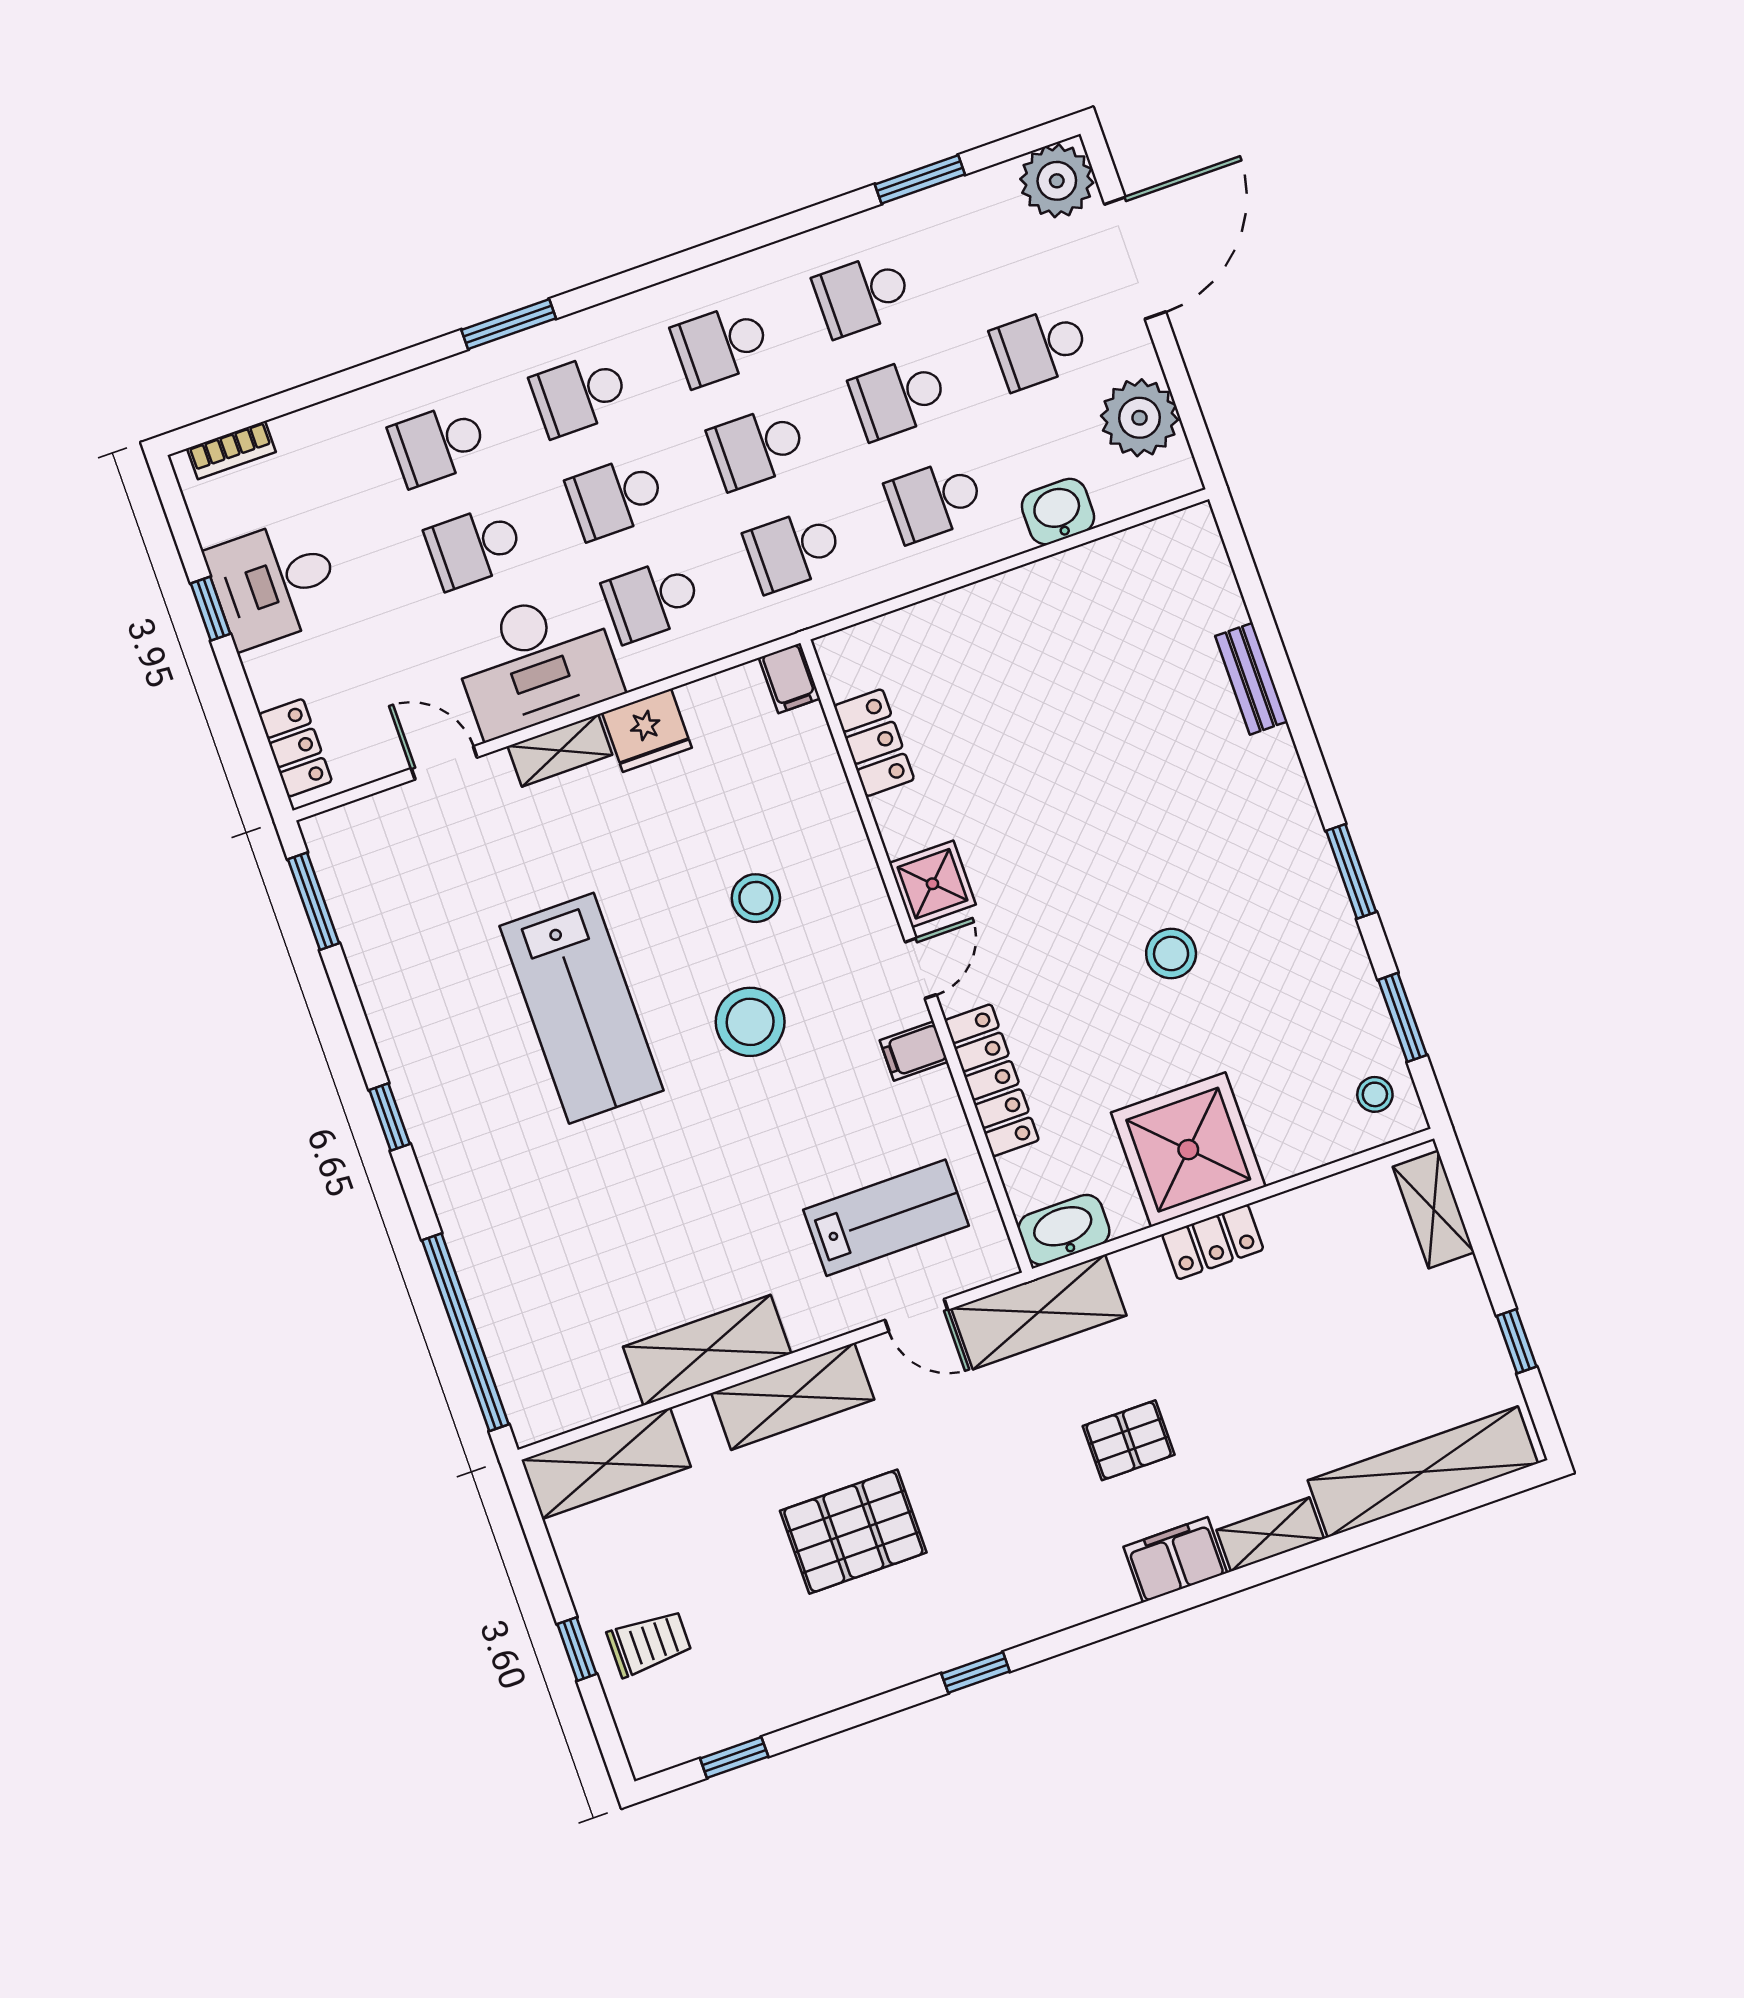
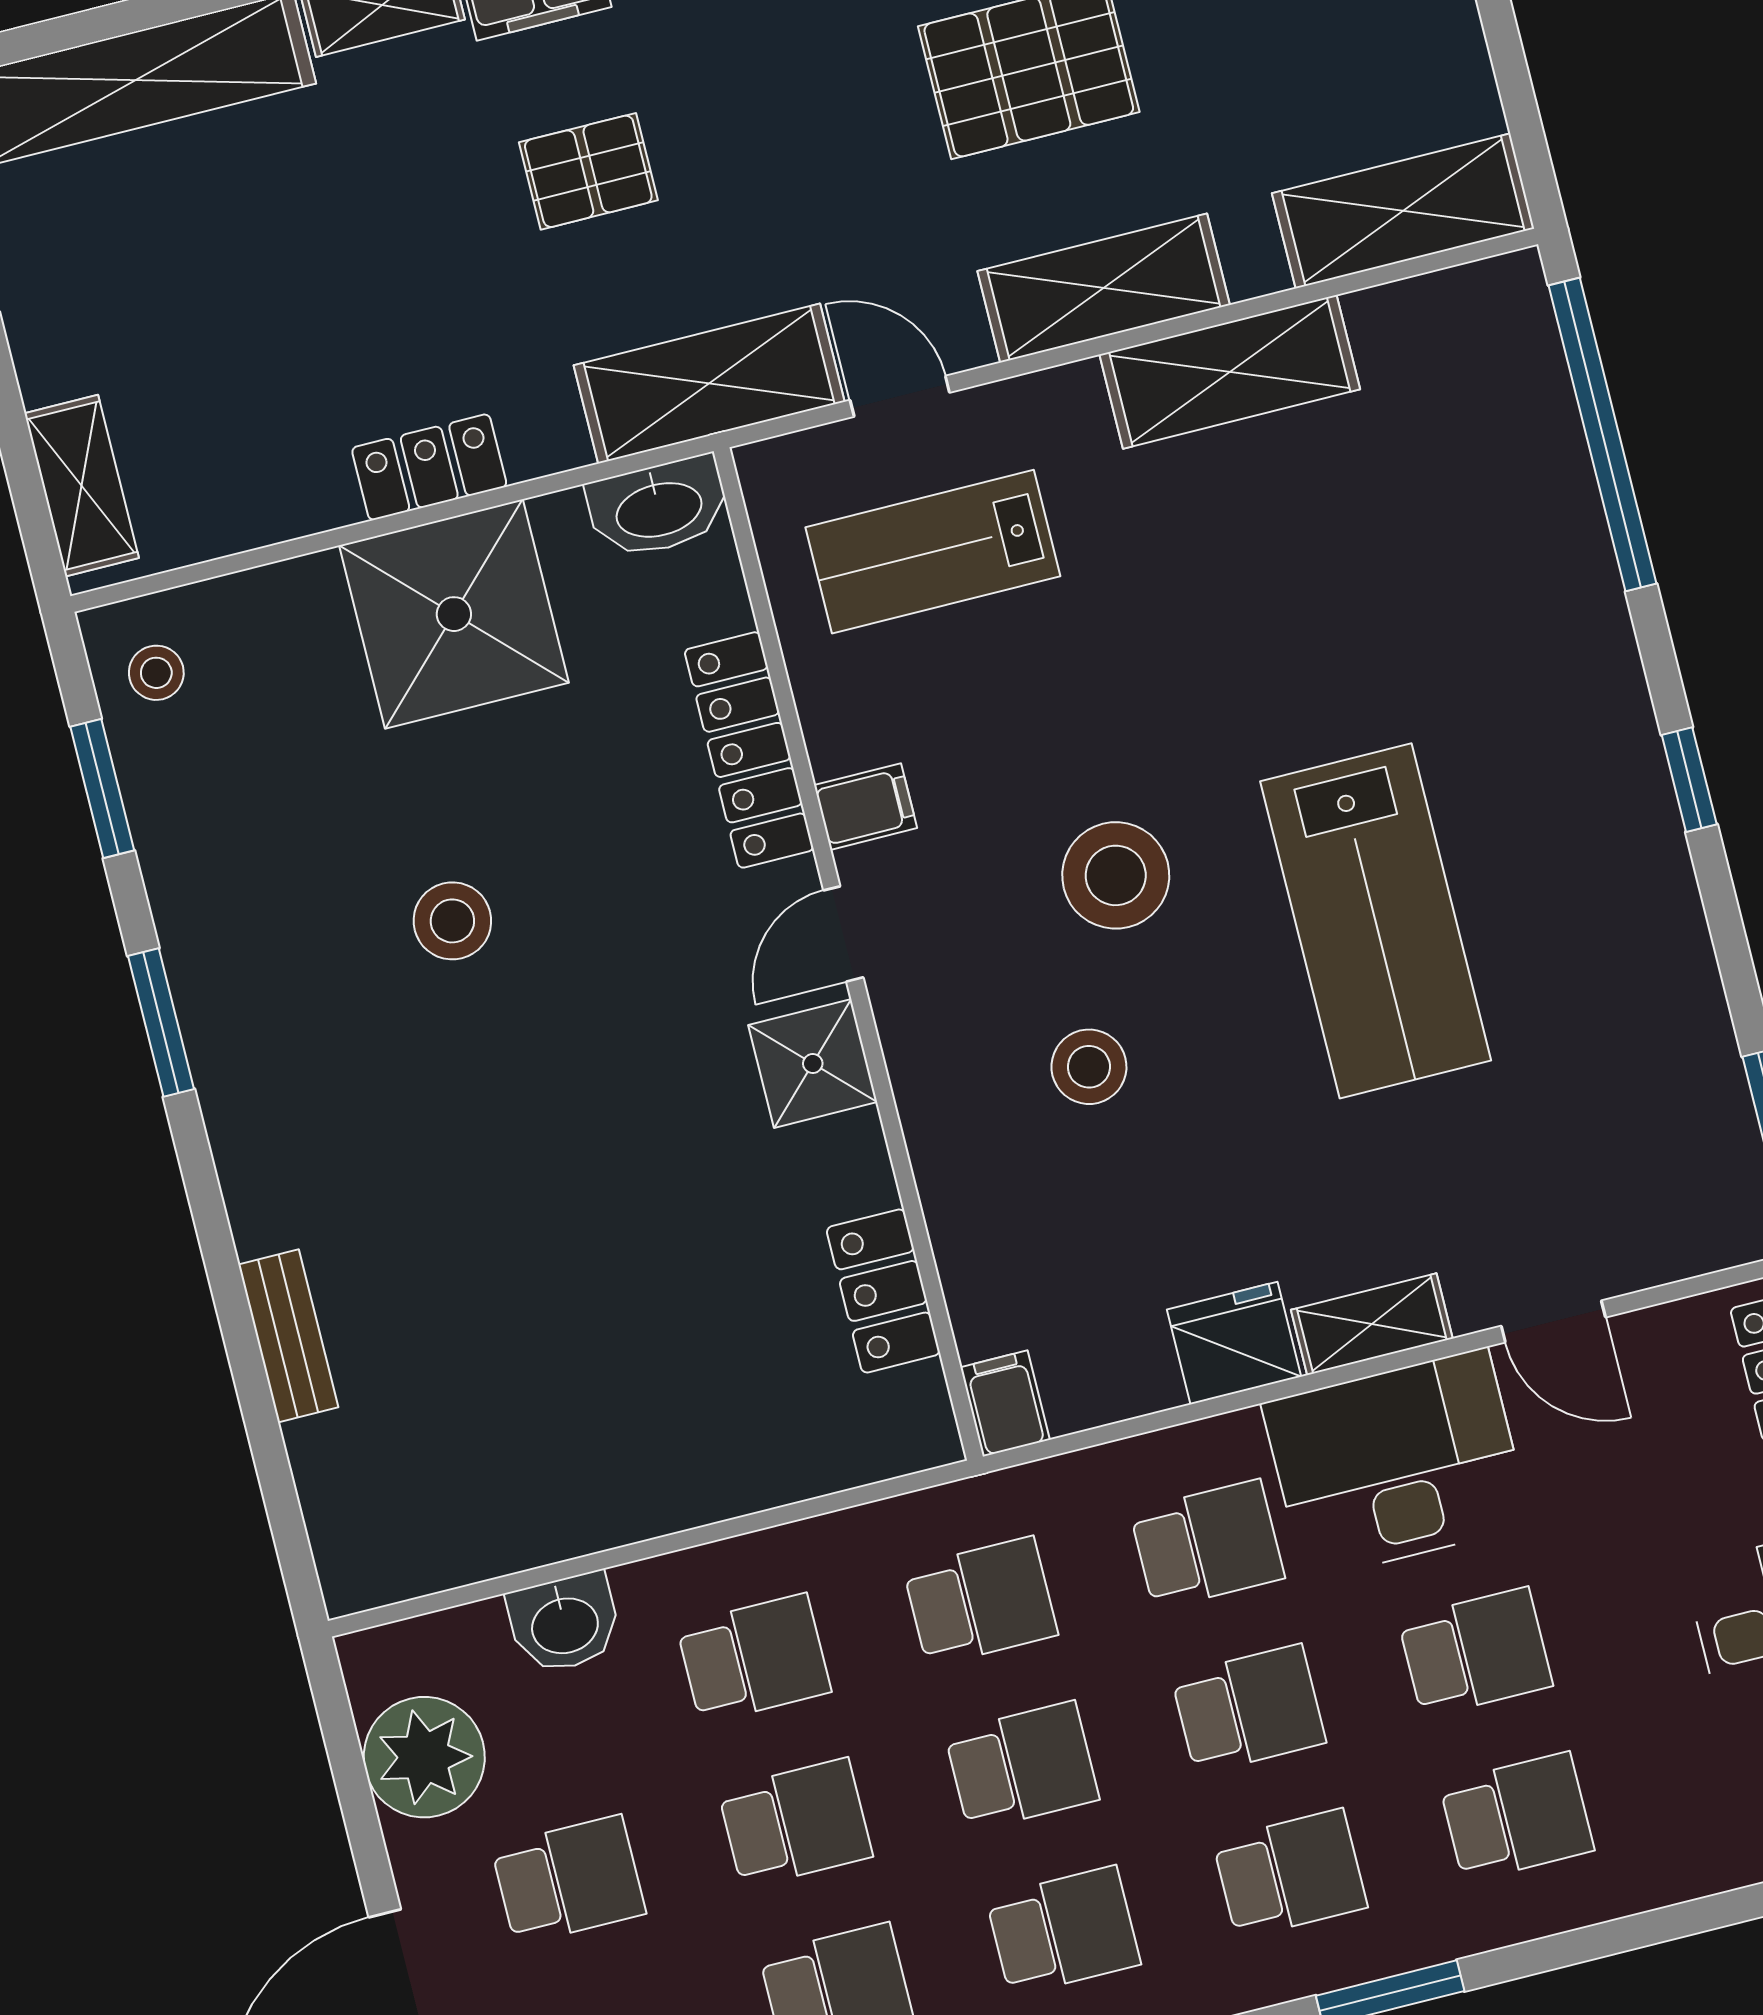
lab bench: (581, 1008) -> (1376, 921), turned 180

